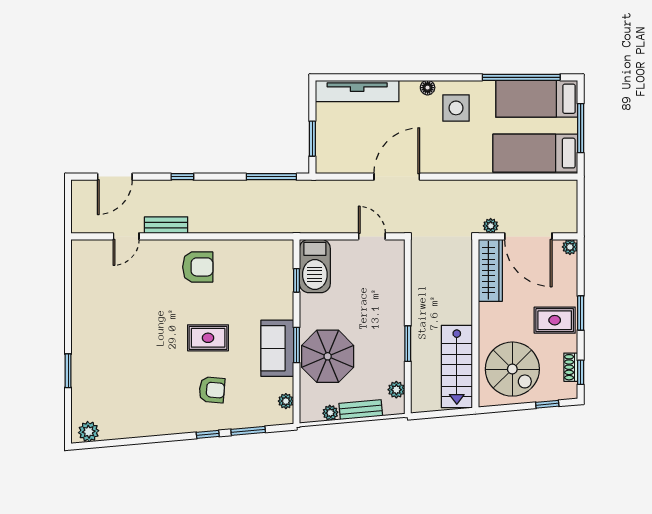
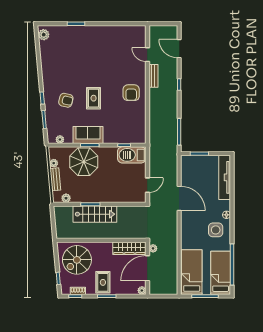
stairs: (457, 367) -> (95, 214), moved, turned 180
armchair: (212, 390) -> (66, 100), turned -82

